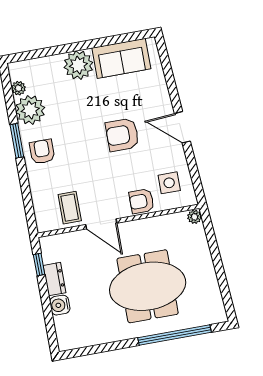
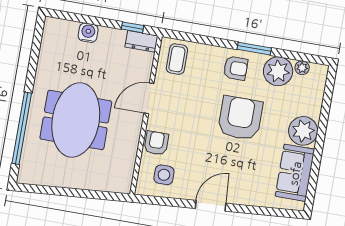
armchair: (122, 135) -> (240, 118), moved, width x1.36, depth x1.36
coffee table: (70, 208) -> (177, 59), moved, turned 90
plant: (195, 217) -> (124, 187), removed
dresser: (54, 279) -> (141, 41), moved

